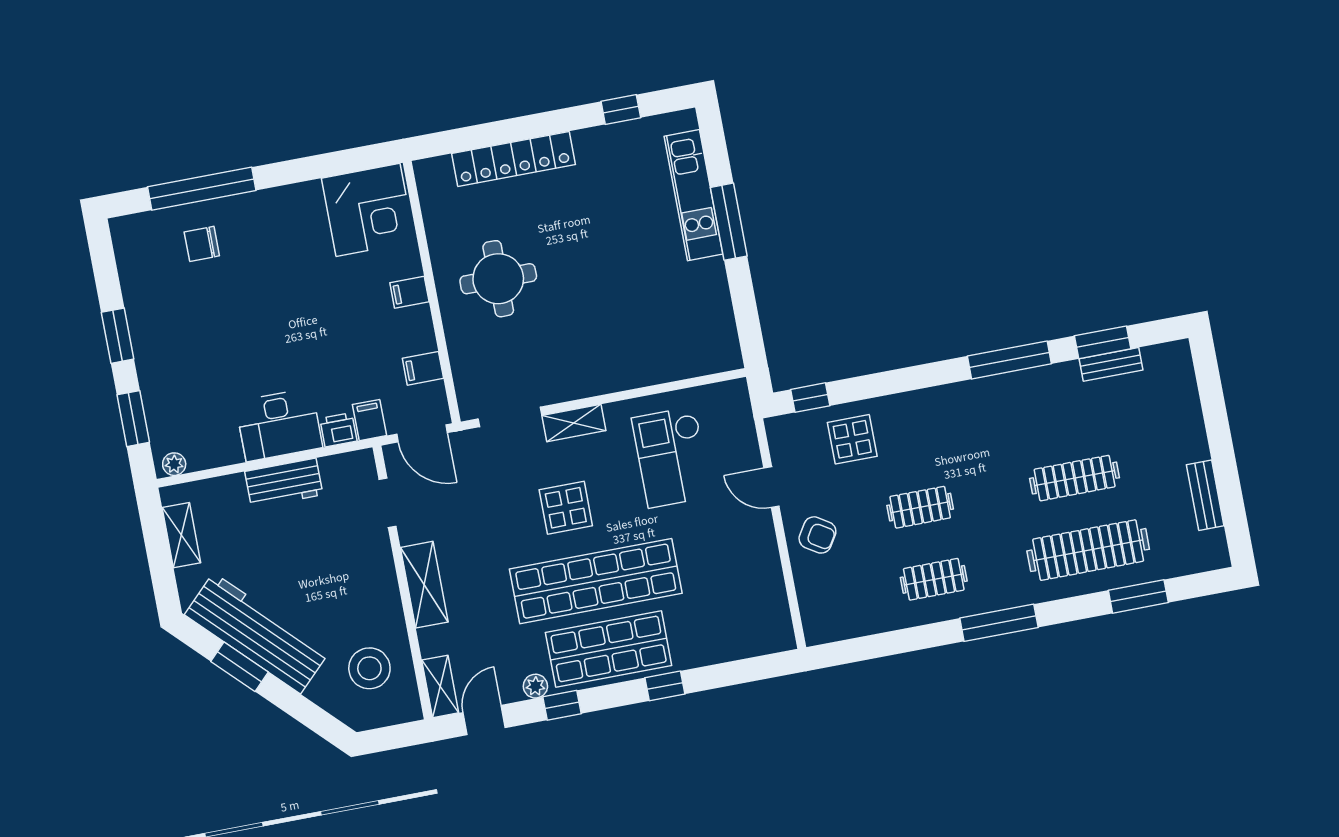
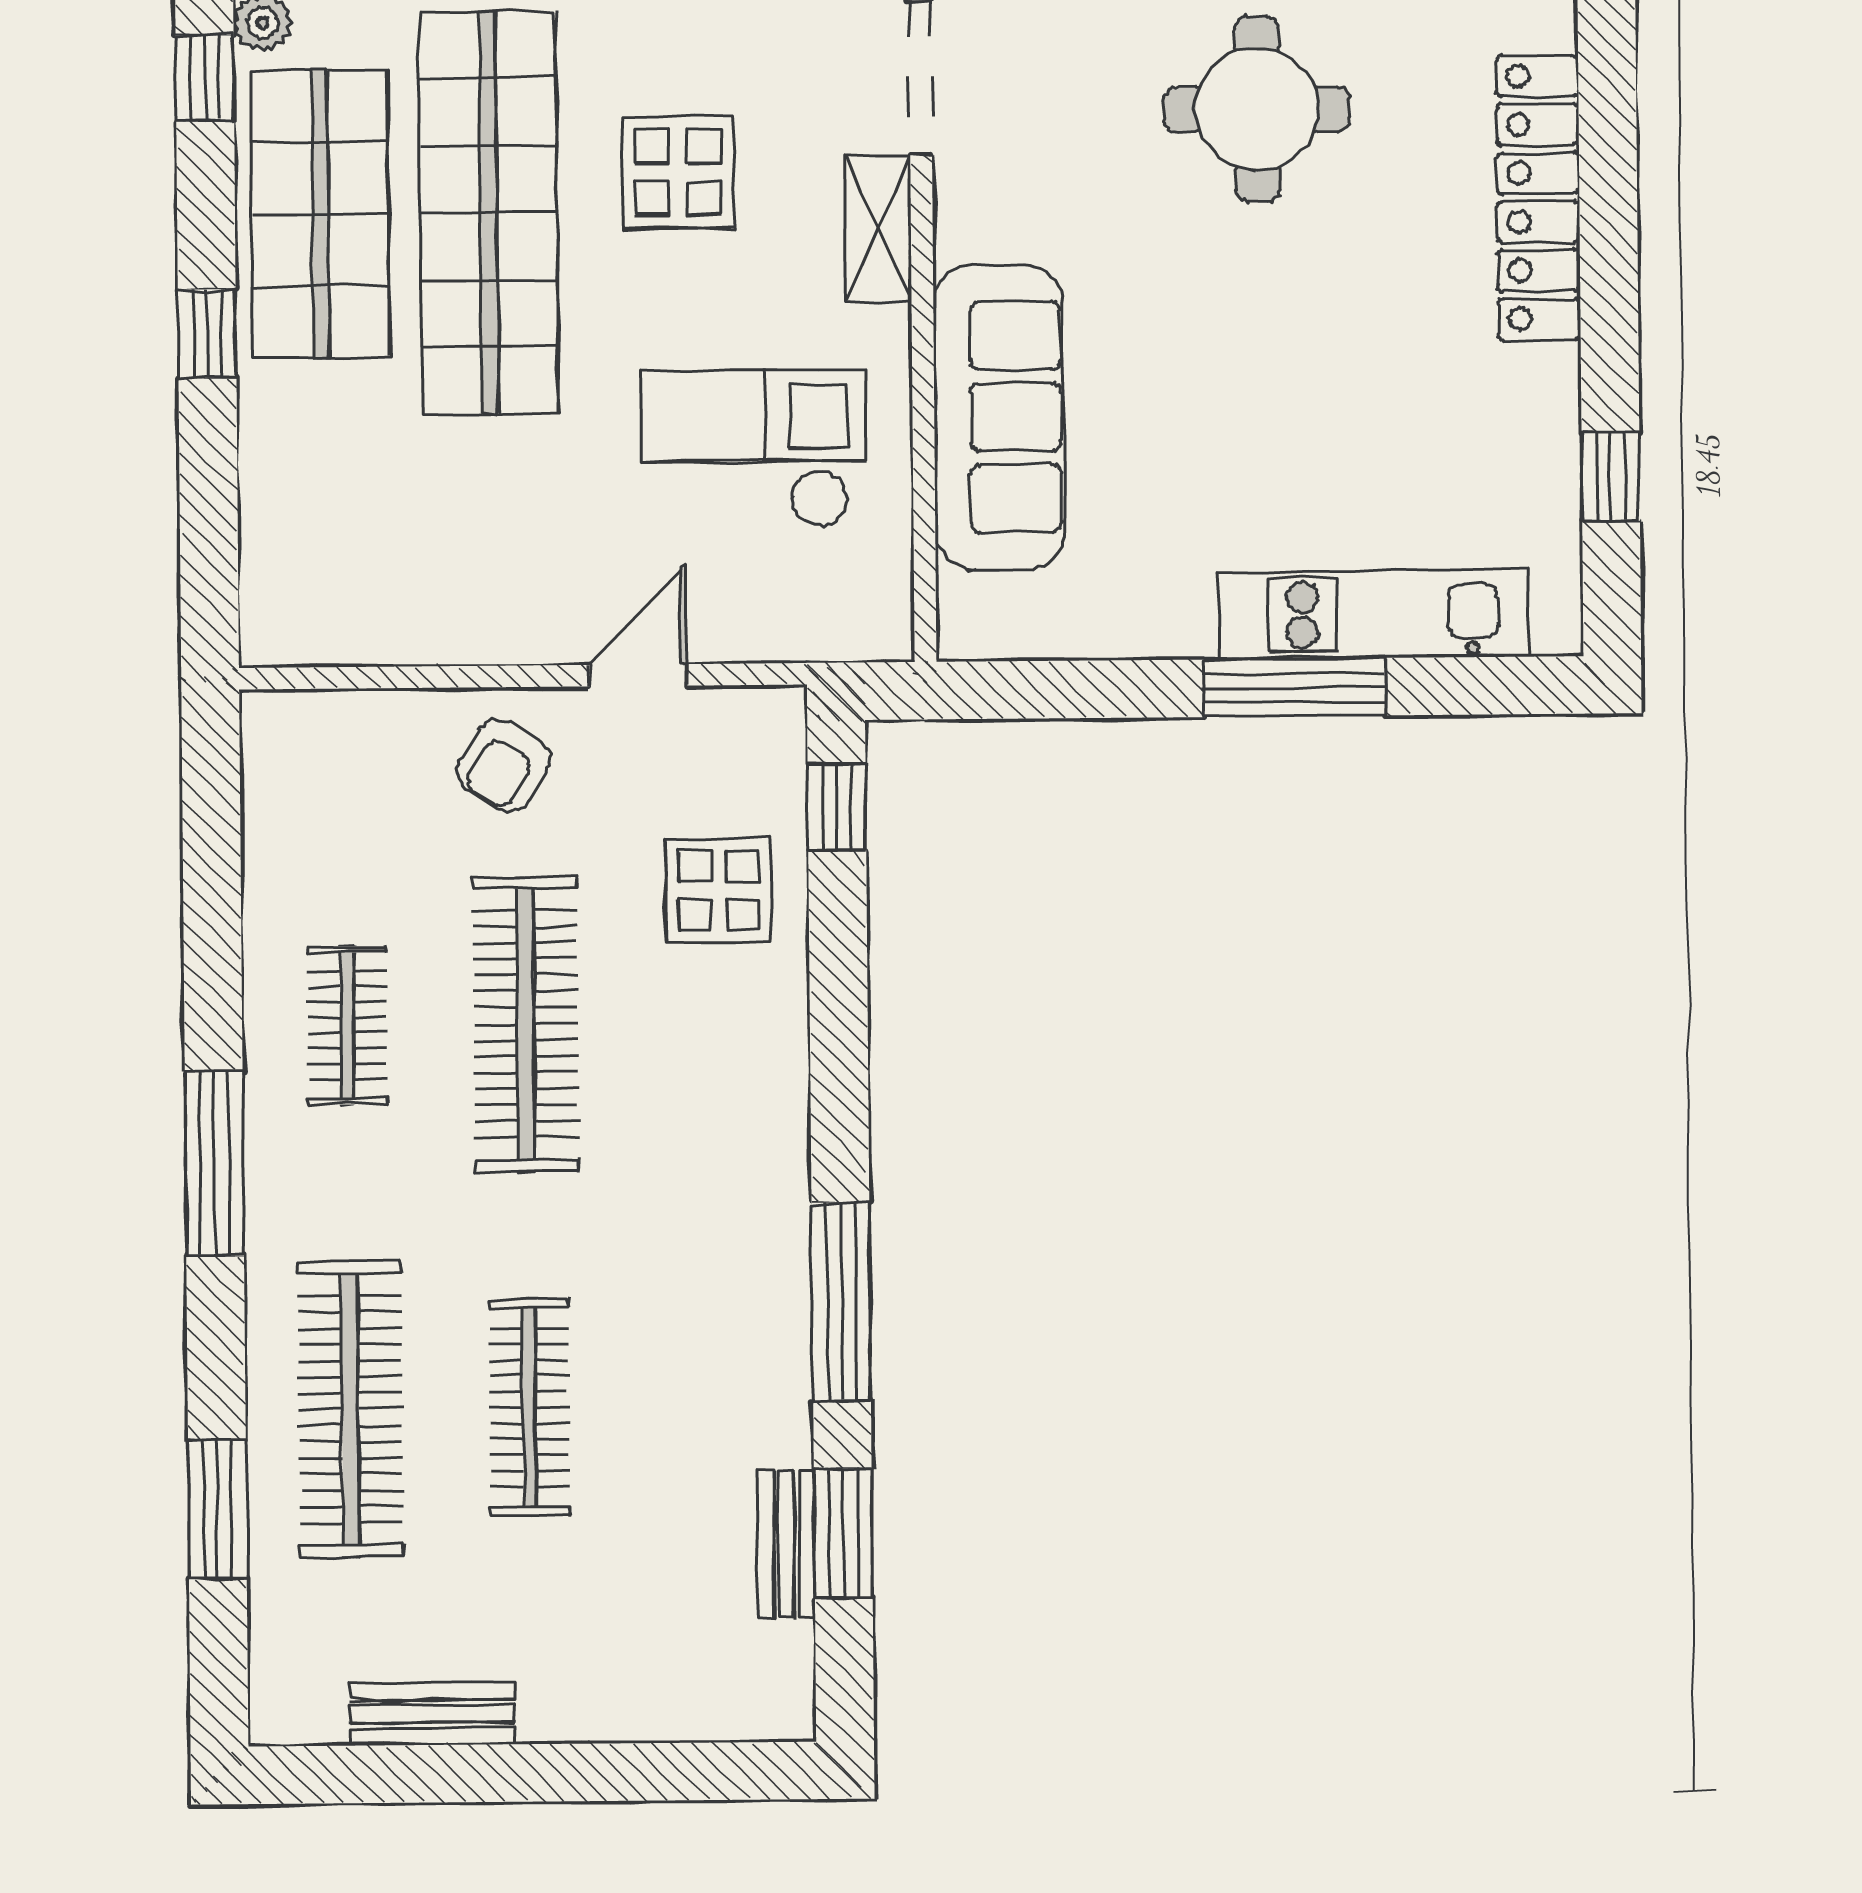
sofa: (641, 361) -> (999, 417), added
clothes rail: (920, 507) -> (526, 1024), width x1.86, depth x1.31

